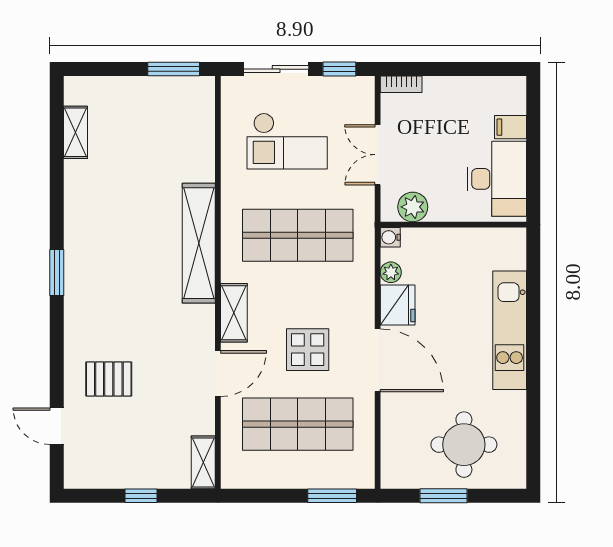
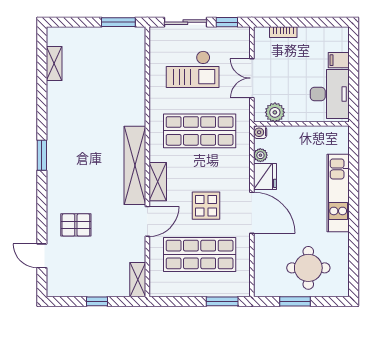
bookcase: (401, 84) -> (283, 32), moved
shelving: (199, 243) -> (135, 165), moved

